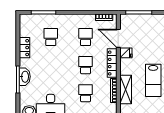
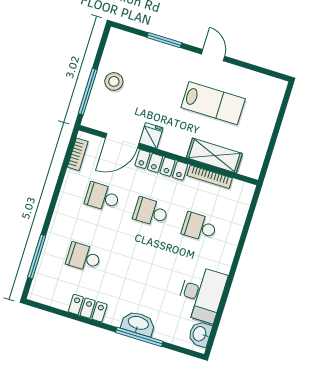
stool: (148, 24) -> (114, 81), added

